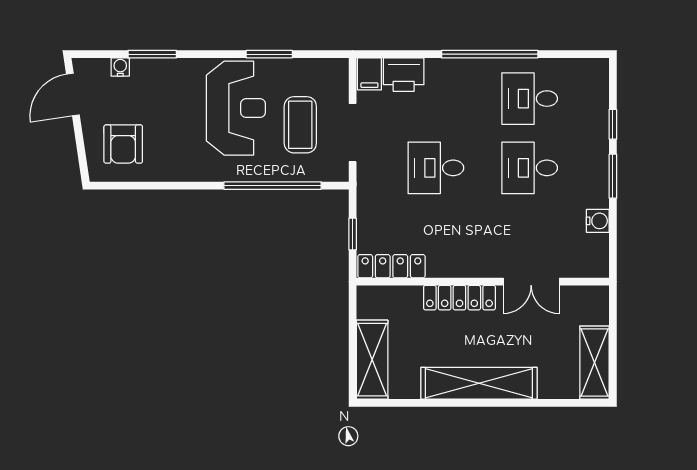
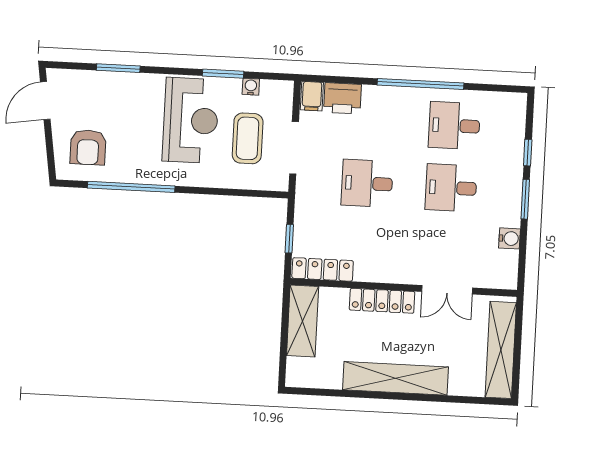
water cooler: (120, 67) -> (251, 87), moved
window: (273, 186) -> (131, 187), moved
shelving: (372, 360) -> (303, 321), moved
shelving: (594, 363) -> (501, 350), width x1.47

